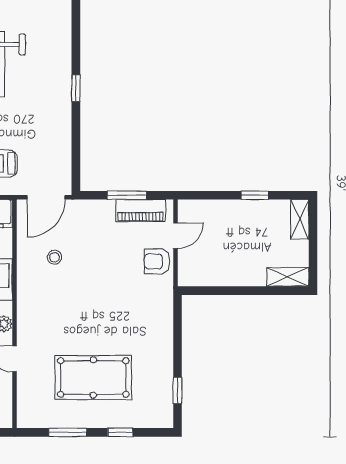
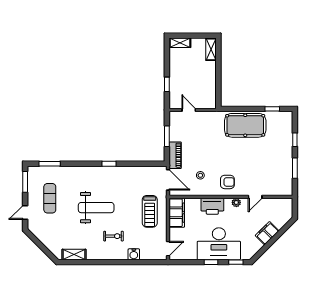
window: (255, 195) -> (167, 84), moved
piano: (141, 211) -> (175, 155), moved
armchair: (157, 261) -> (227, 182), moved, turned -90
pool table: (93, 378) -> (245, 125), moved, turned 90

